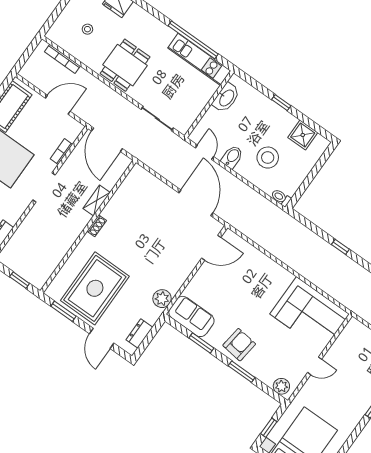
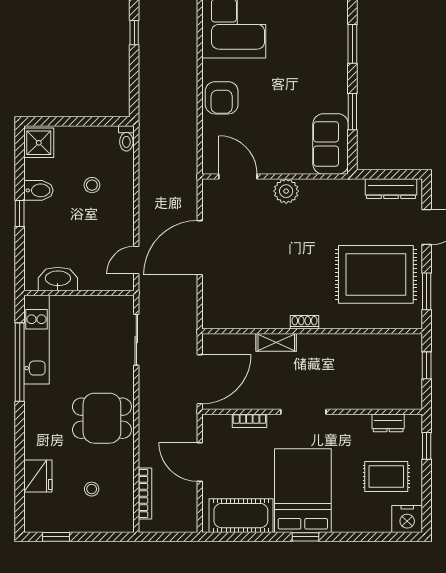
shower: (303, 135) -> (39, 143), moved
bidet: (232, 157) -> (39, 190), moved, turned 180
stool: (268, 158) -> (92, 185), width x0.53, depth x0.53
door: (196, 203) -> (200, 248), moved
plant: (162, 299) -> (286, 191), moved
dresser: (139, 333) -> (391, 189), width x1.44
armchair: (239, 345) -> (222, 98), moved, turned -97

